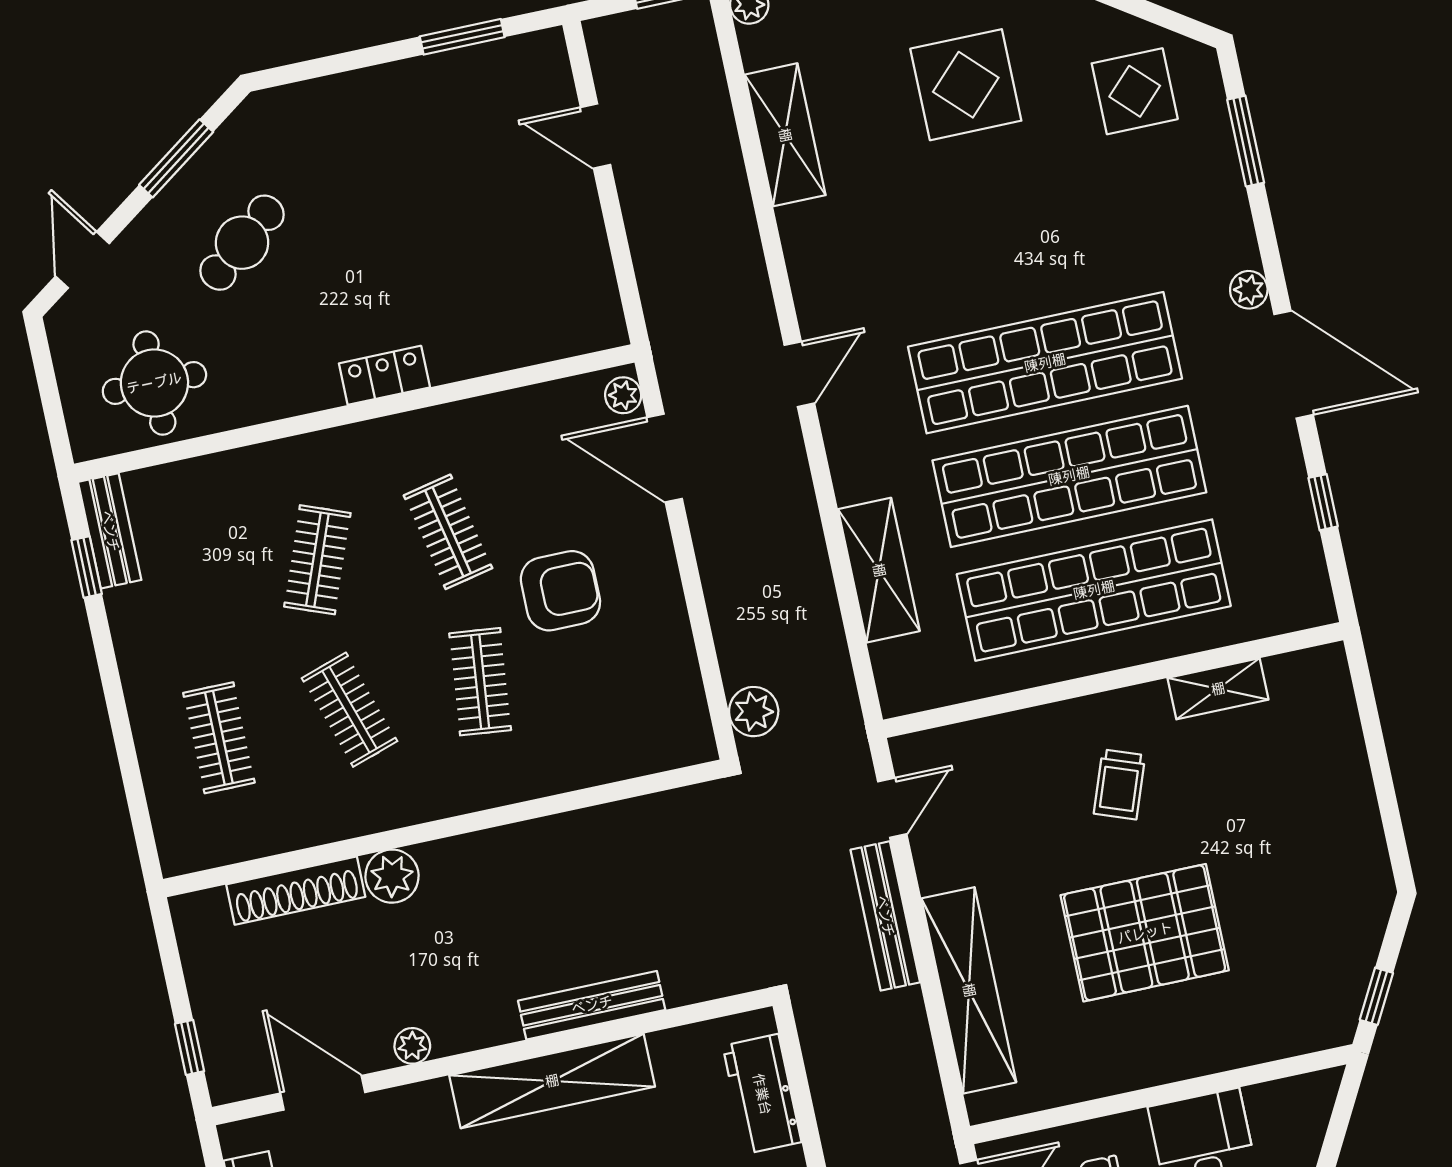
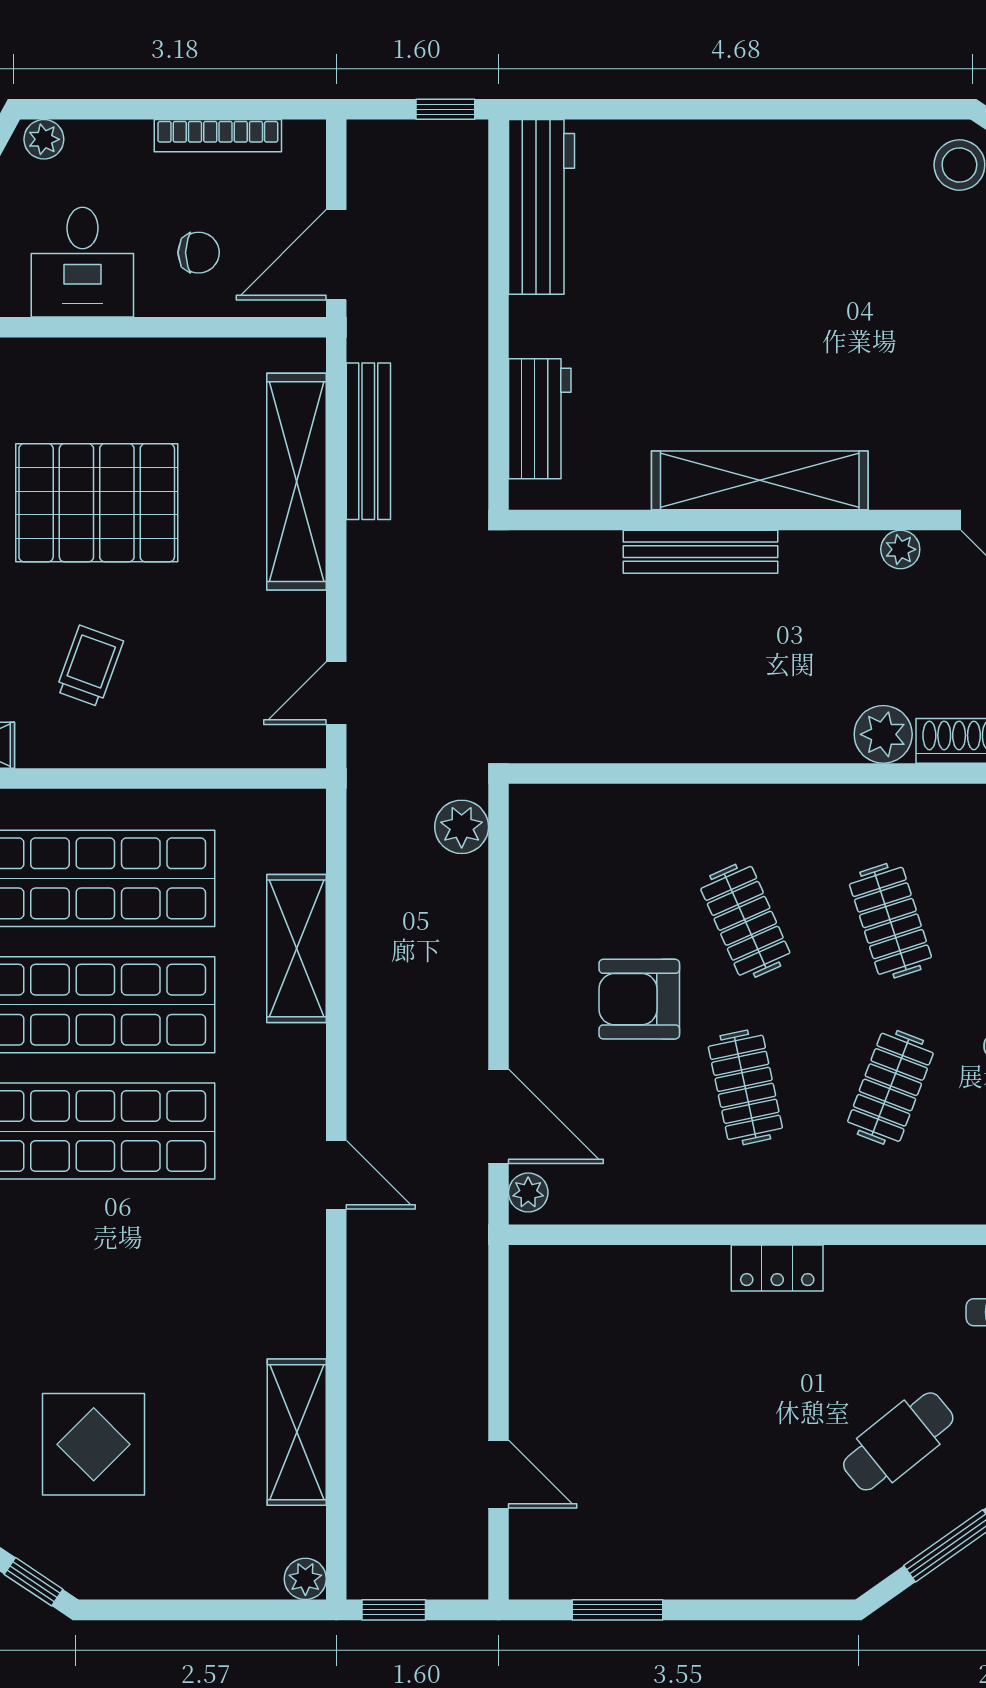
door: (799, 374) -> (336, 1175), swing flipped
clothes rail: (480, 682) -> (745, 921), turned -30
bench: (885, 916) -> (368, 441), moved

